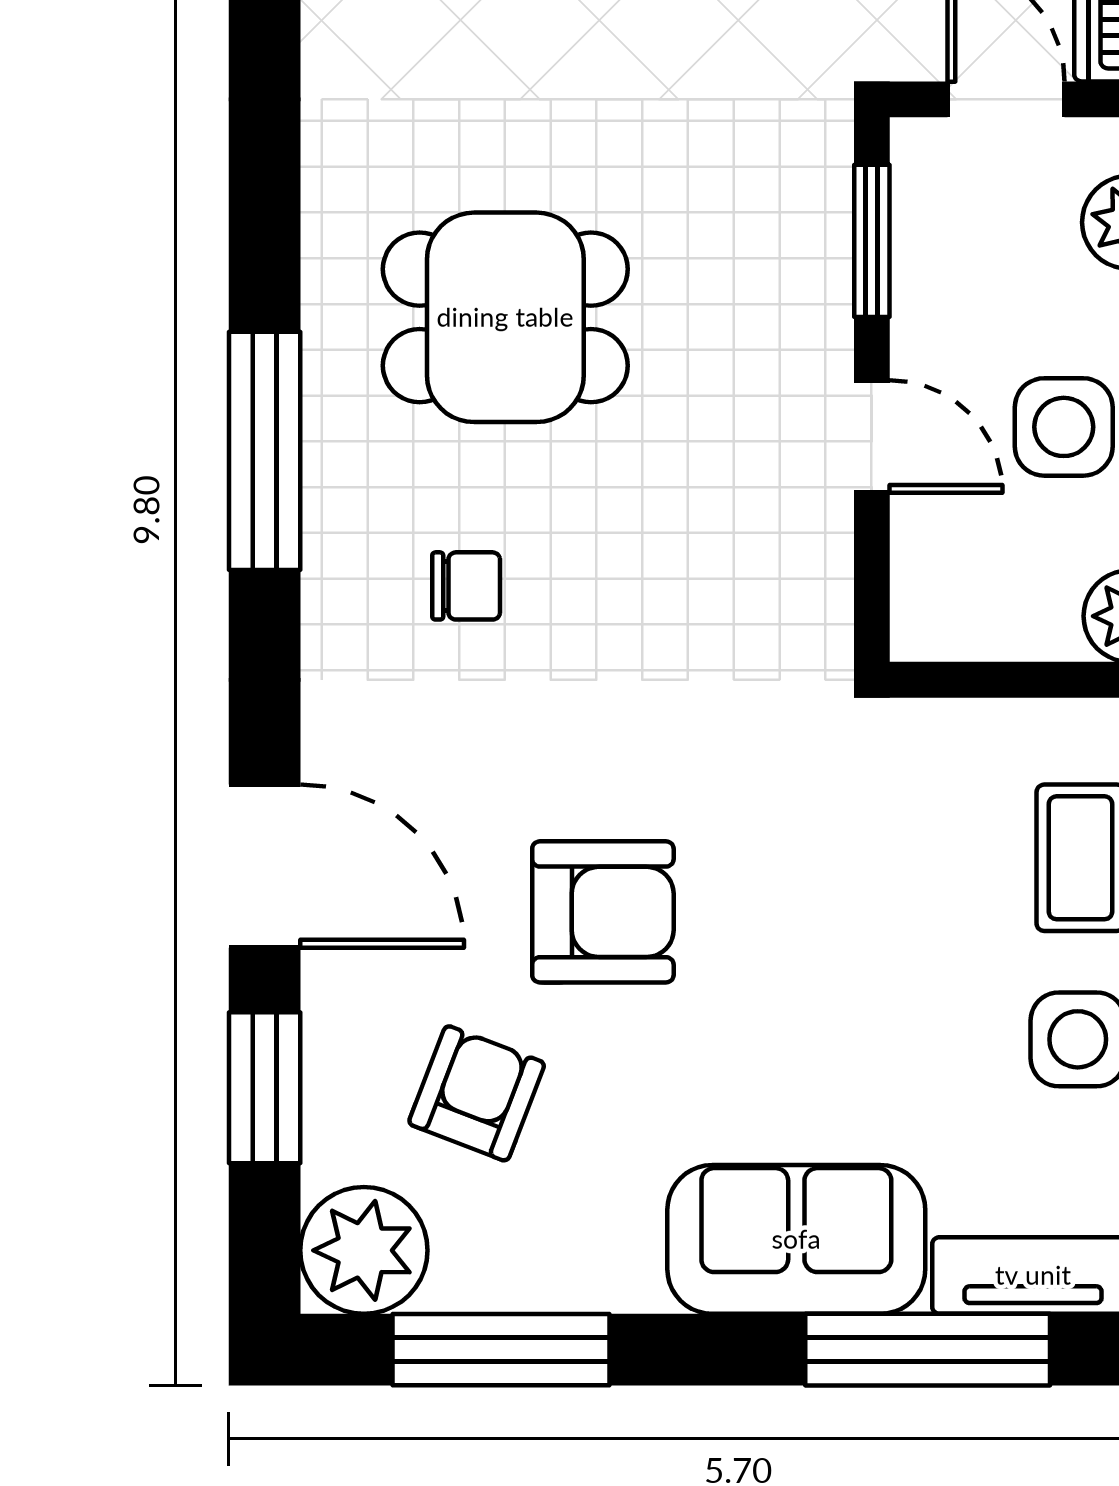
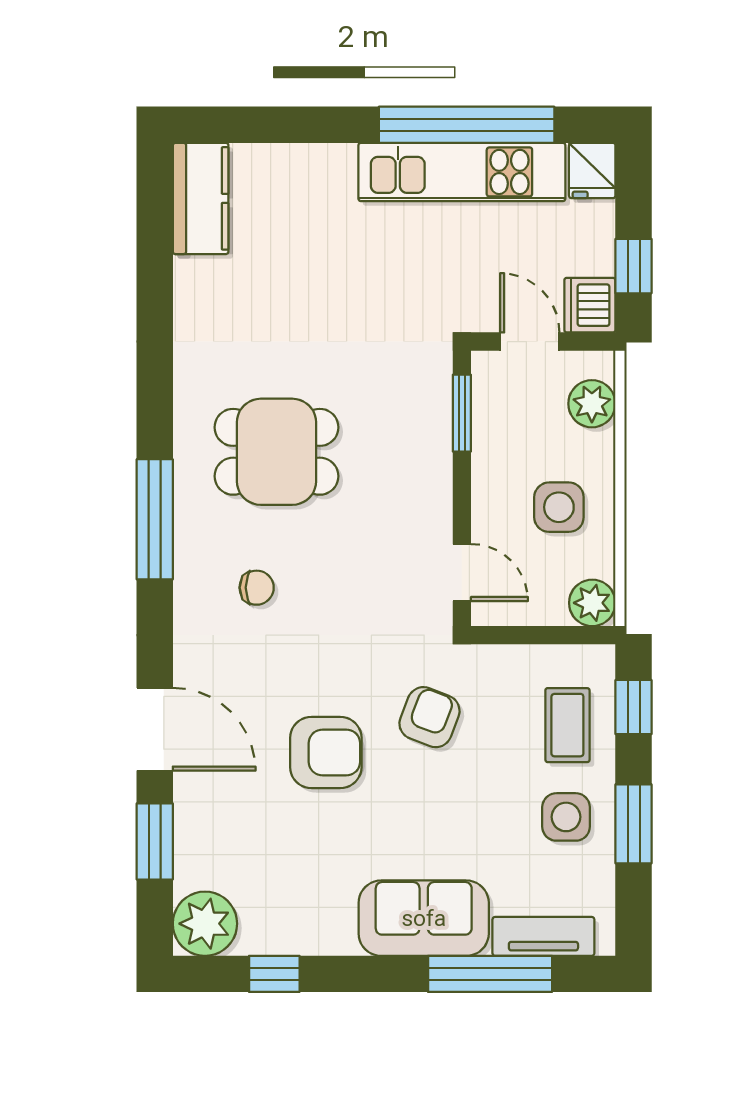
door: (872, 437) -> (462, 573), moved
armchair: (477, 1093) -> (429, 717), moved
window: (501, 1350) -> (274, 974), width x0.46

